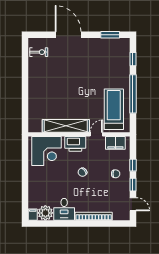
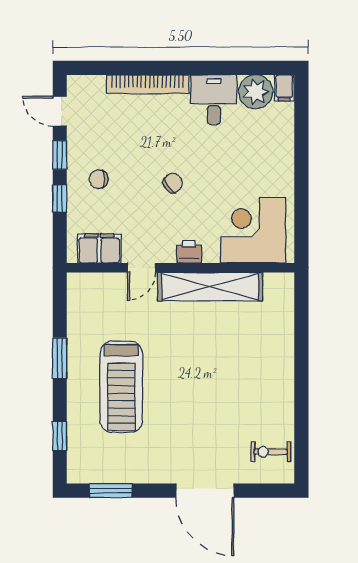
window: (133, 94) -> (60, 358), width x0.47
treadmill: (114, 109) -> (121, 387), moved
printer: (75, 144) -> (189, 252), width x0.53, depth x0.68

